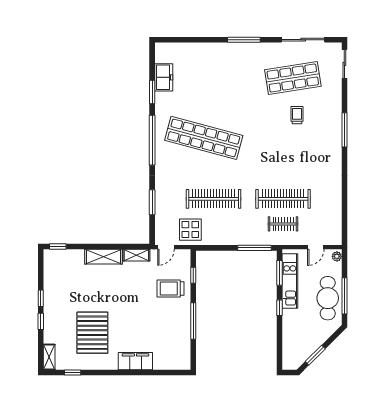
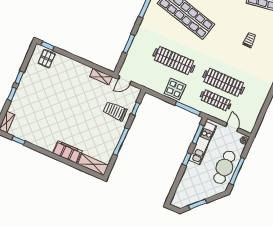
trolley: (297, 115) -> (250, 40), moved
clothes rail: (283, 224) -> (216, 100), width x1.36
display table: (190, 230) -> (175, 89), moved
door: (316, 247) -> (232, 127), swing flipped
shelving: (103, 257) -> (93, 164), moved
pallet: (92, 333) -> (47, 59), moved, width x0.49, depth x0.50

